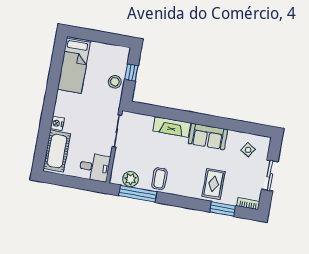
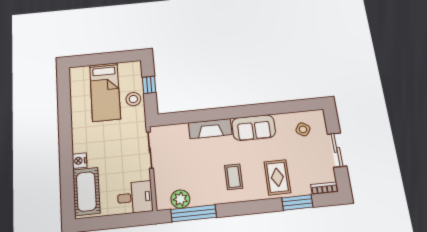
bed: (74, 65) -> (105, 92), moved
coffee table: (159, 179) -> (234, 177), moved

